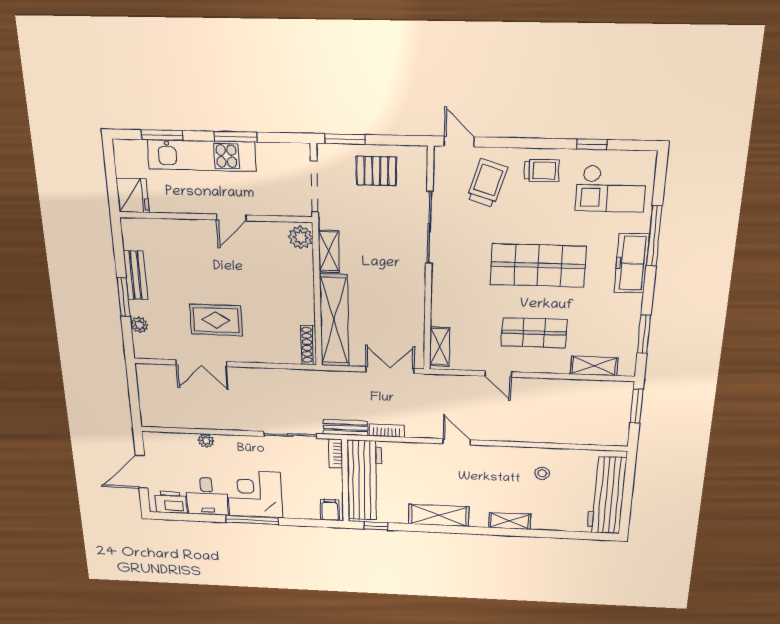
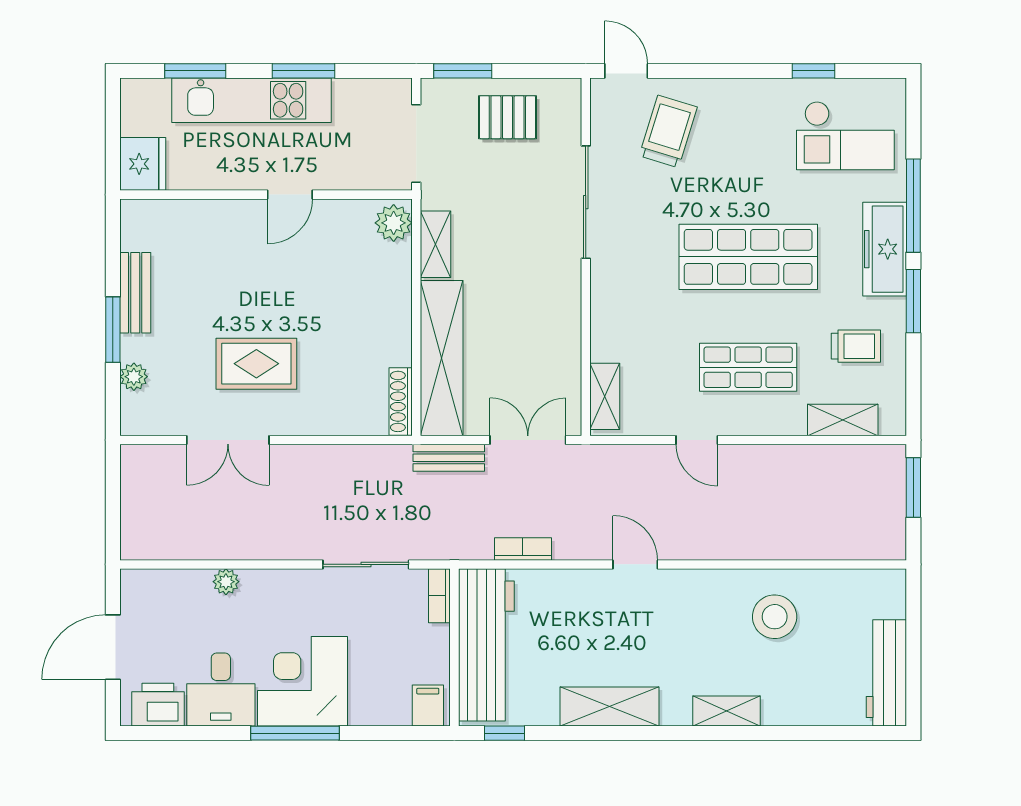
trolley: (542, 171) -> (856, 346), moved
window: (644, 334) -> (913, 301), moved
bench: (345, 428) -> (449, 458), moved
stool: (542, 473) -> (775, 617), width x1.89, depth x1.89
workbench: (606, 496) -> (886, 673), width x0.73, depth x0.76

